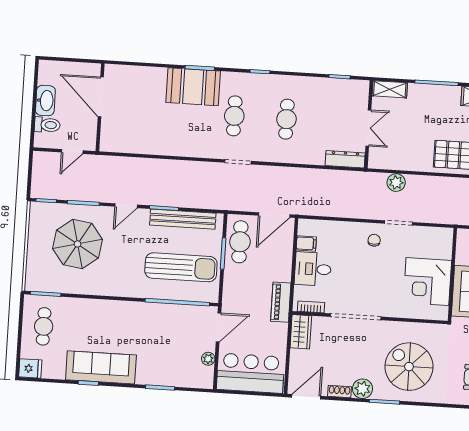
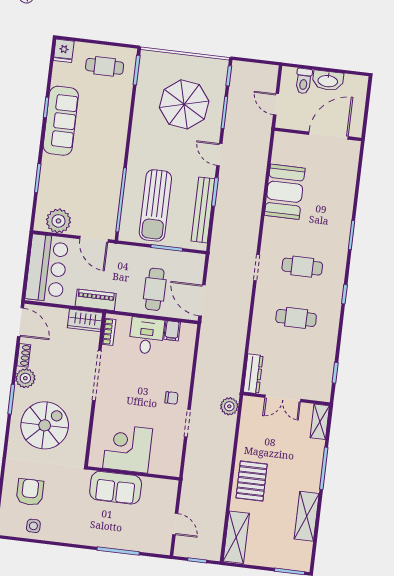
booth: (193, 87) -> (285, 192), moved
plant: (396, 183) -> (229, 406), moved
cafe table: (240, 242) -> (155, 289), moved, turned 90
piano: (281, 302) -> (96, 300), moved
plant: (208, 359) -> (58, 221), width x1.87, depth x1.87

